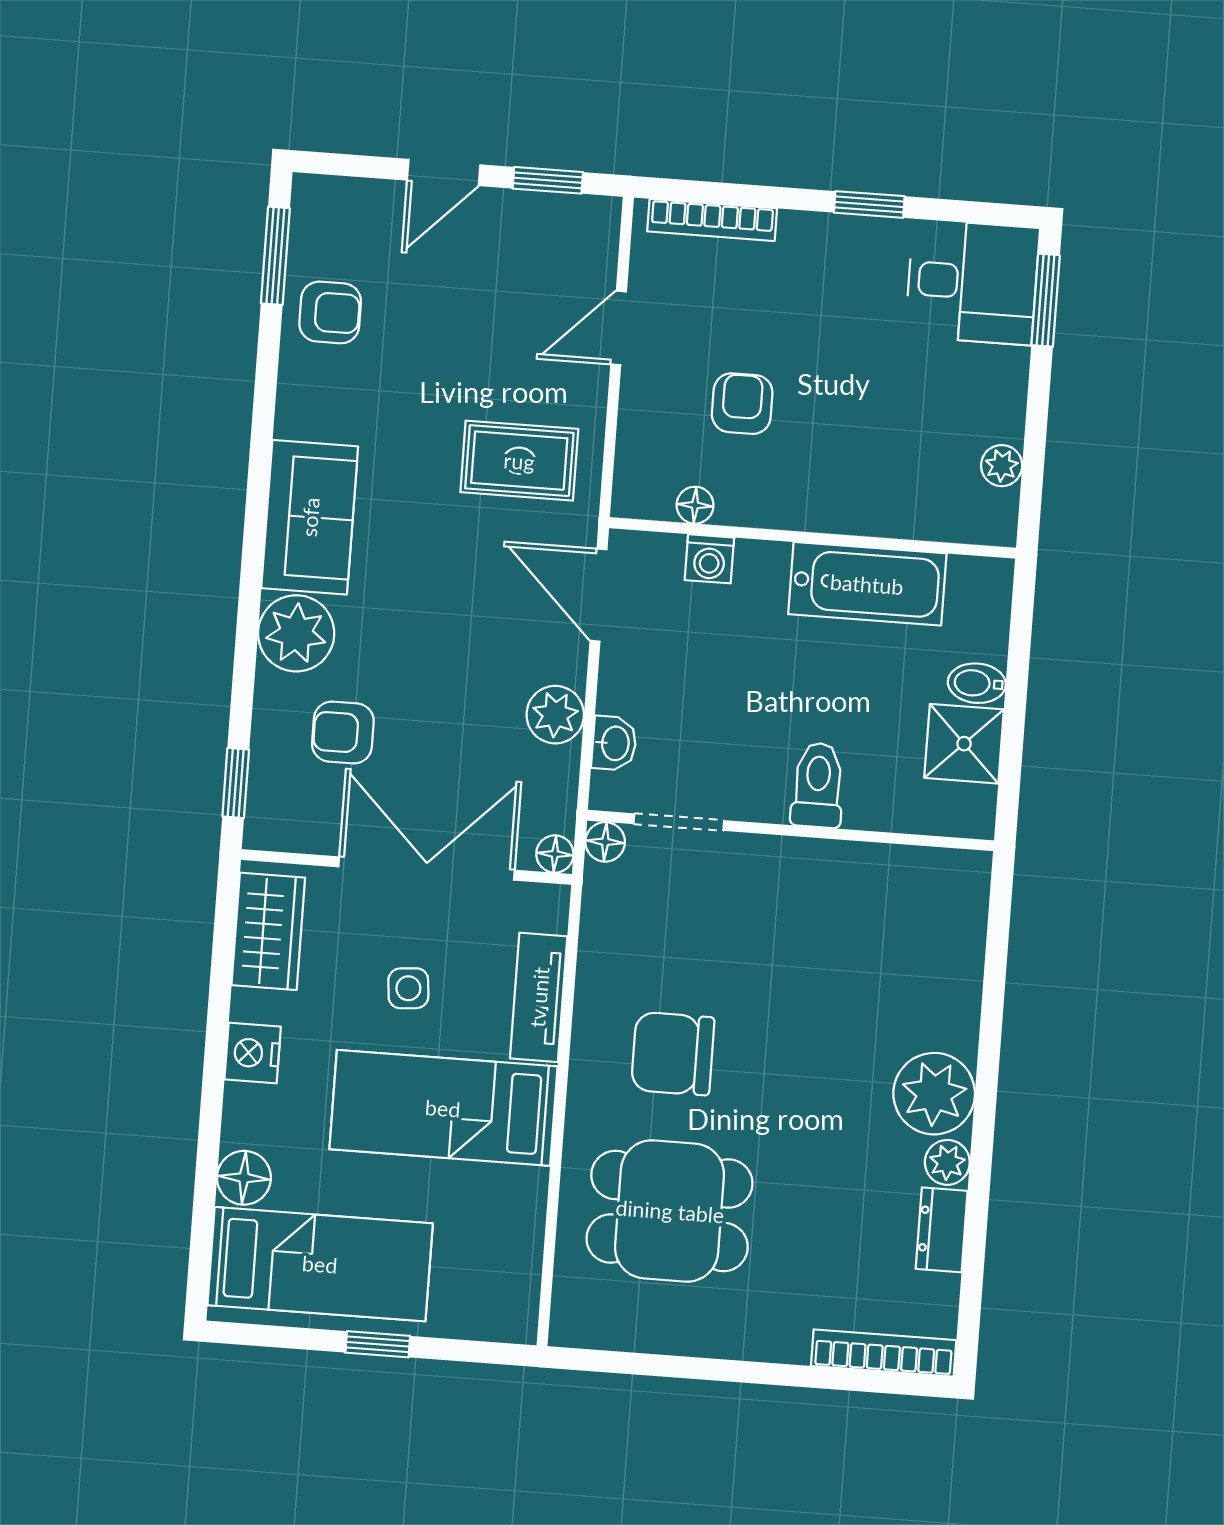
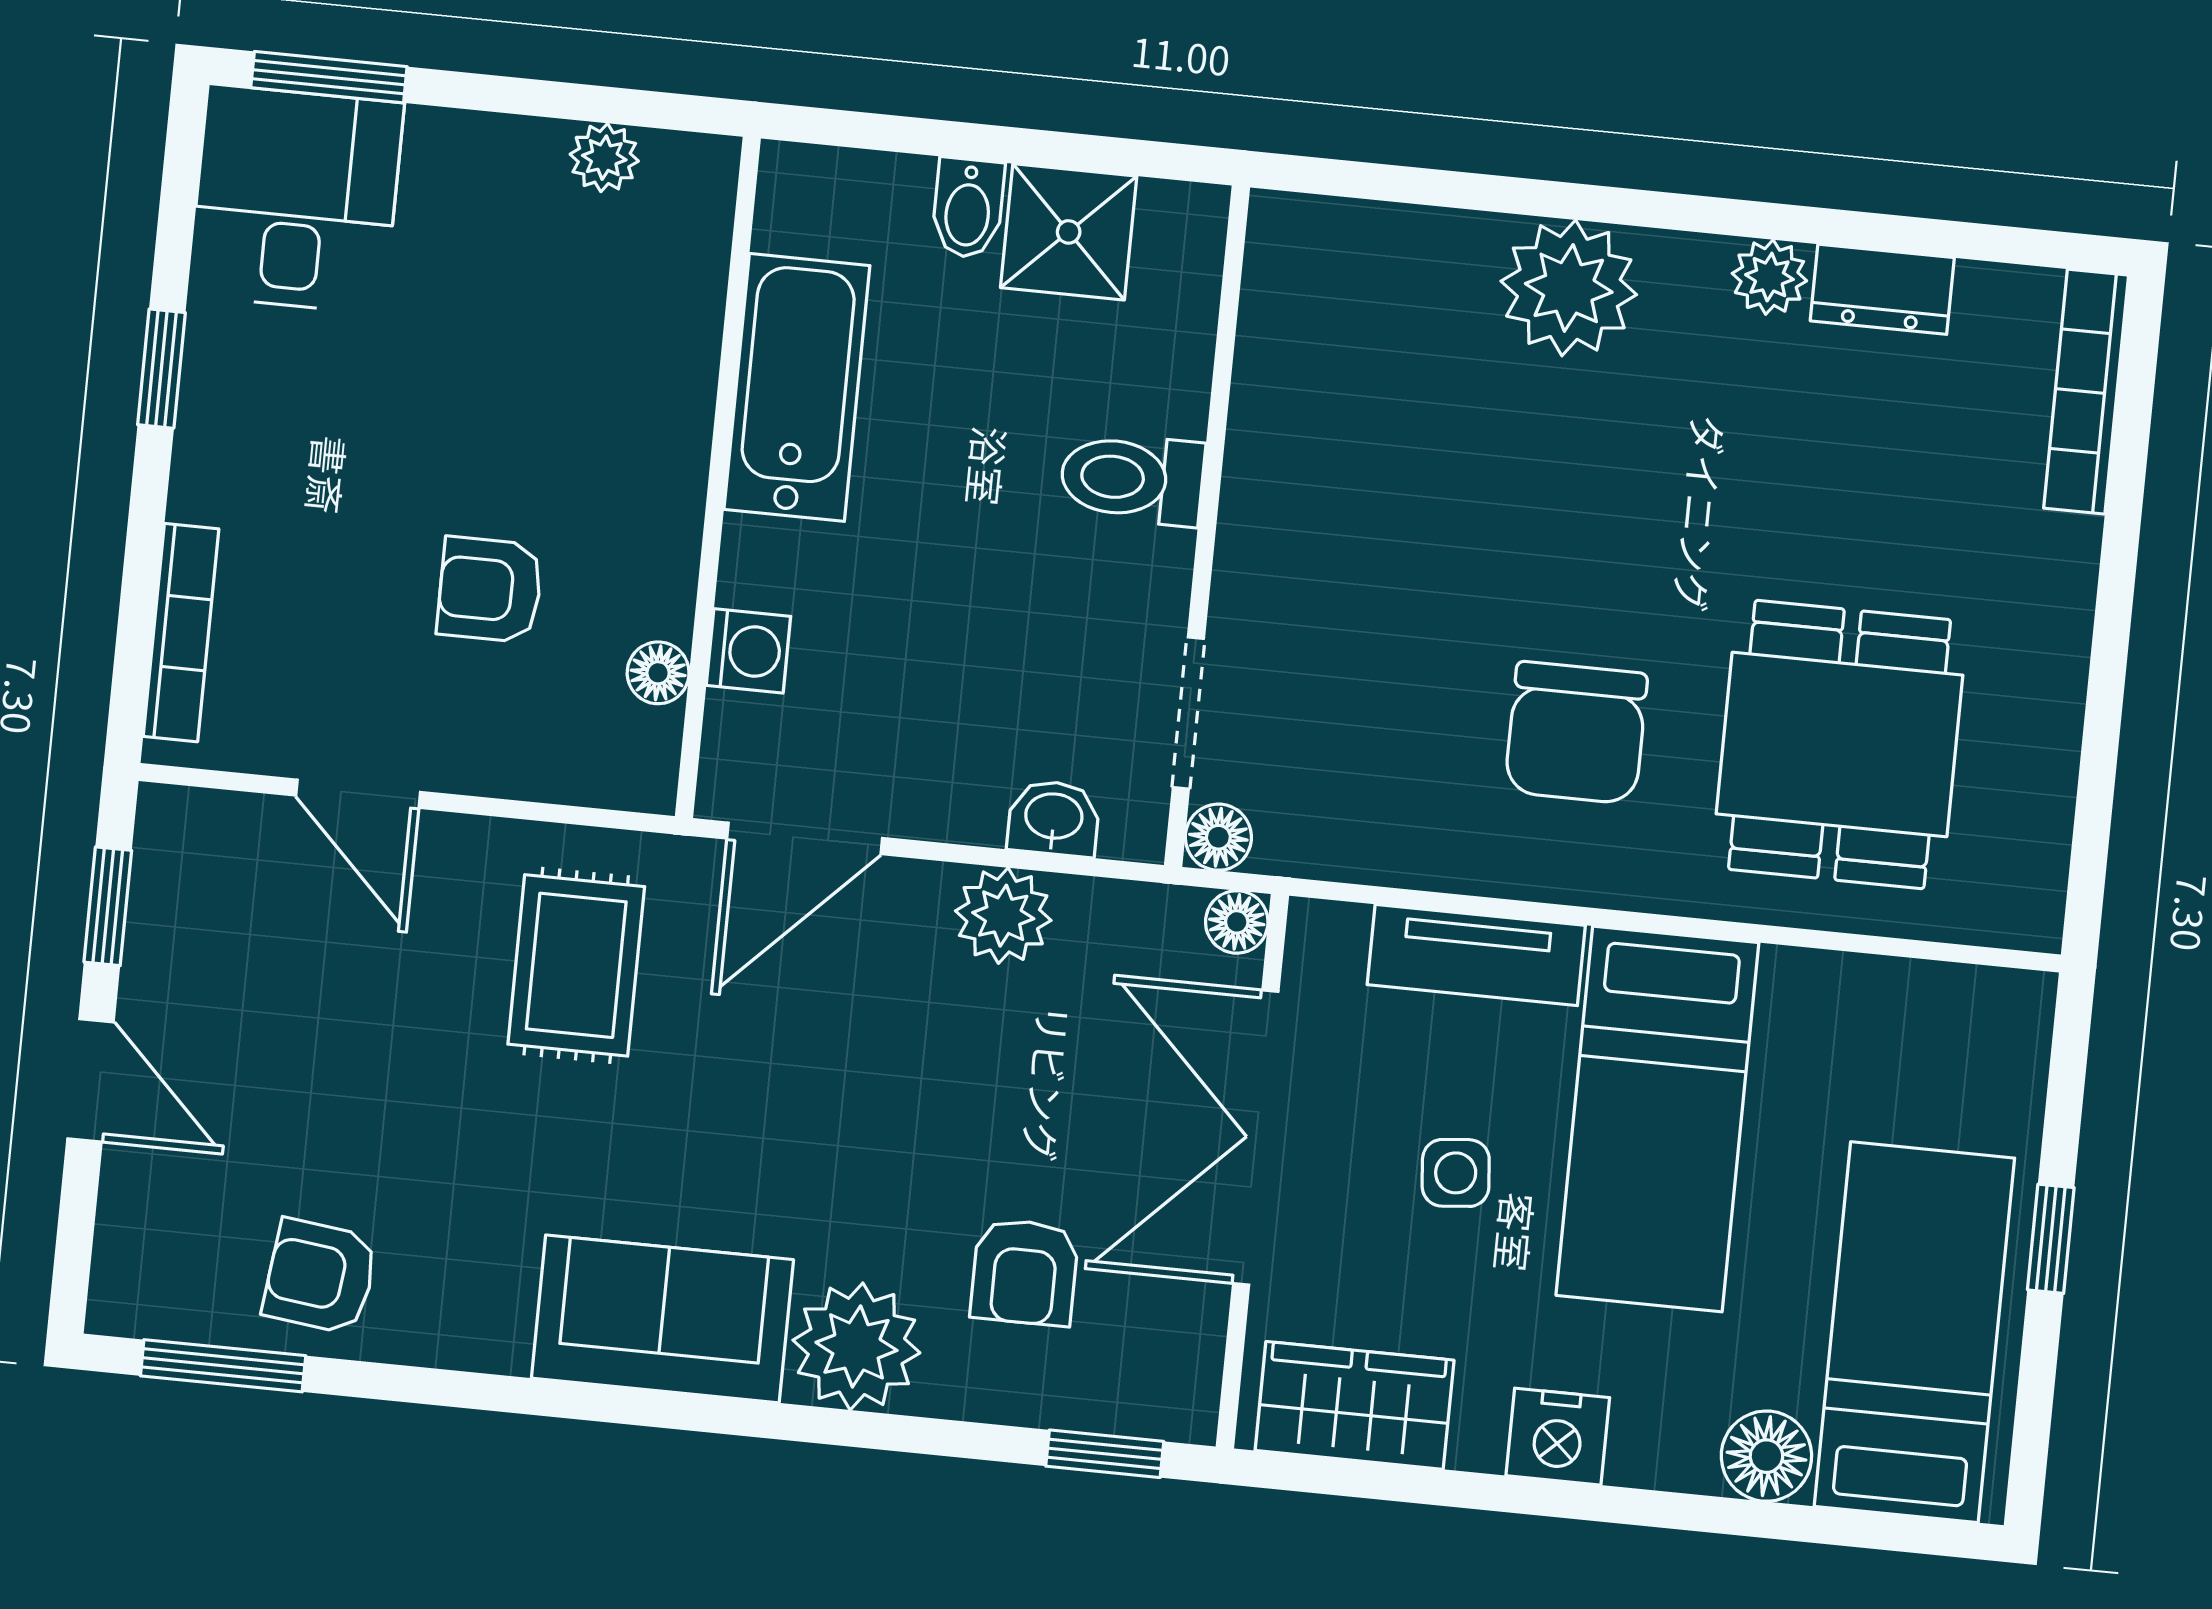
armchair: (330, 312) -> (320, 1276), turned -83
plant: (934, 1094) -> (1569, 288), moved

